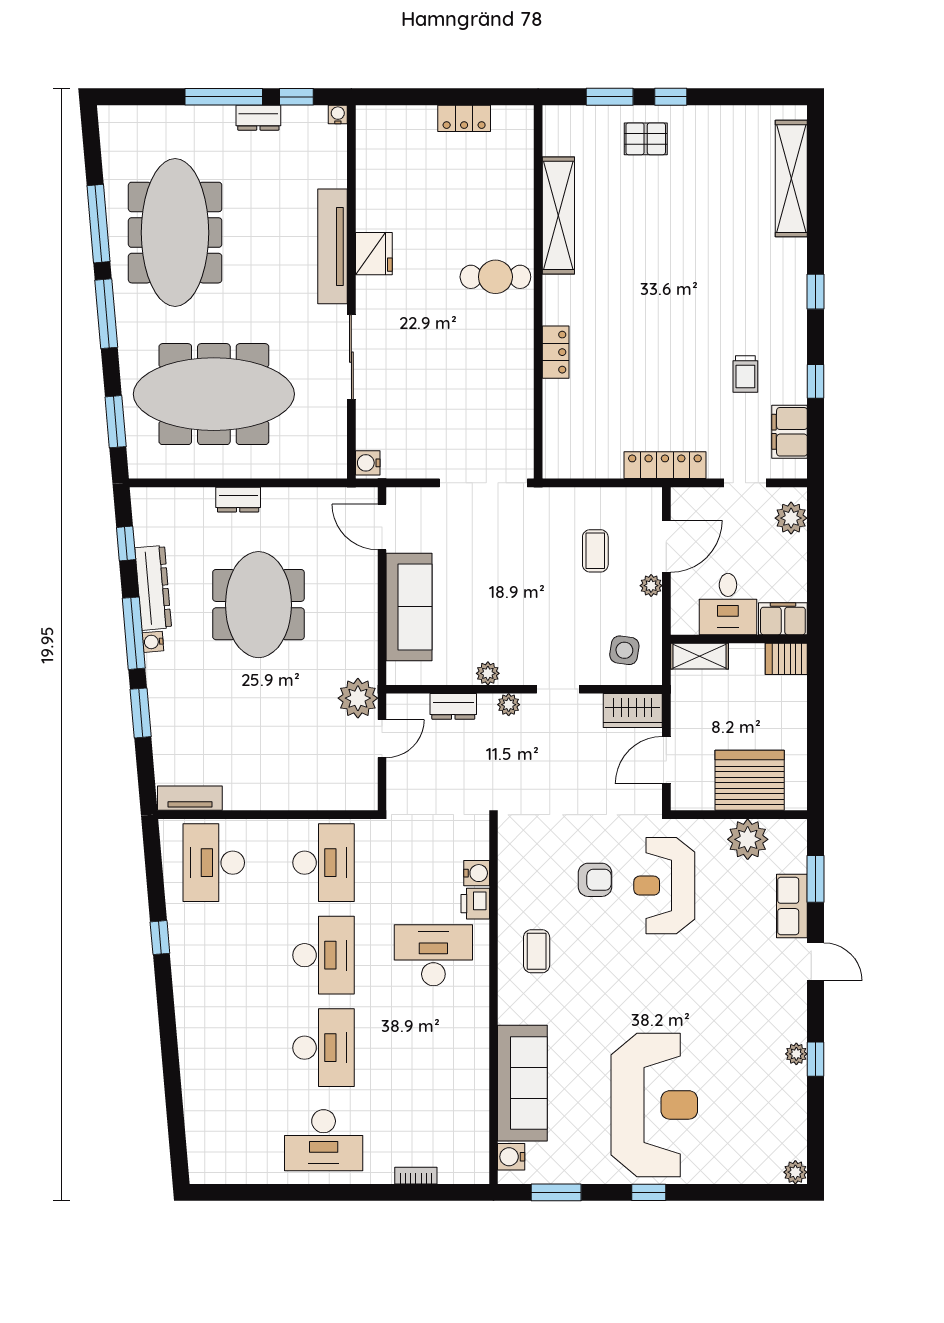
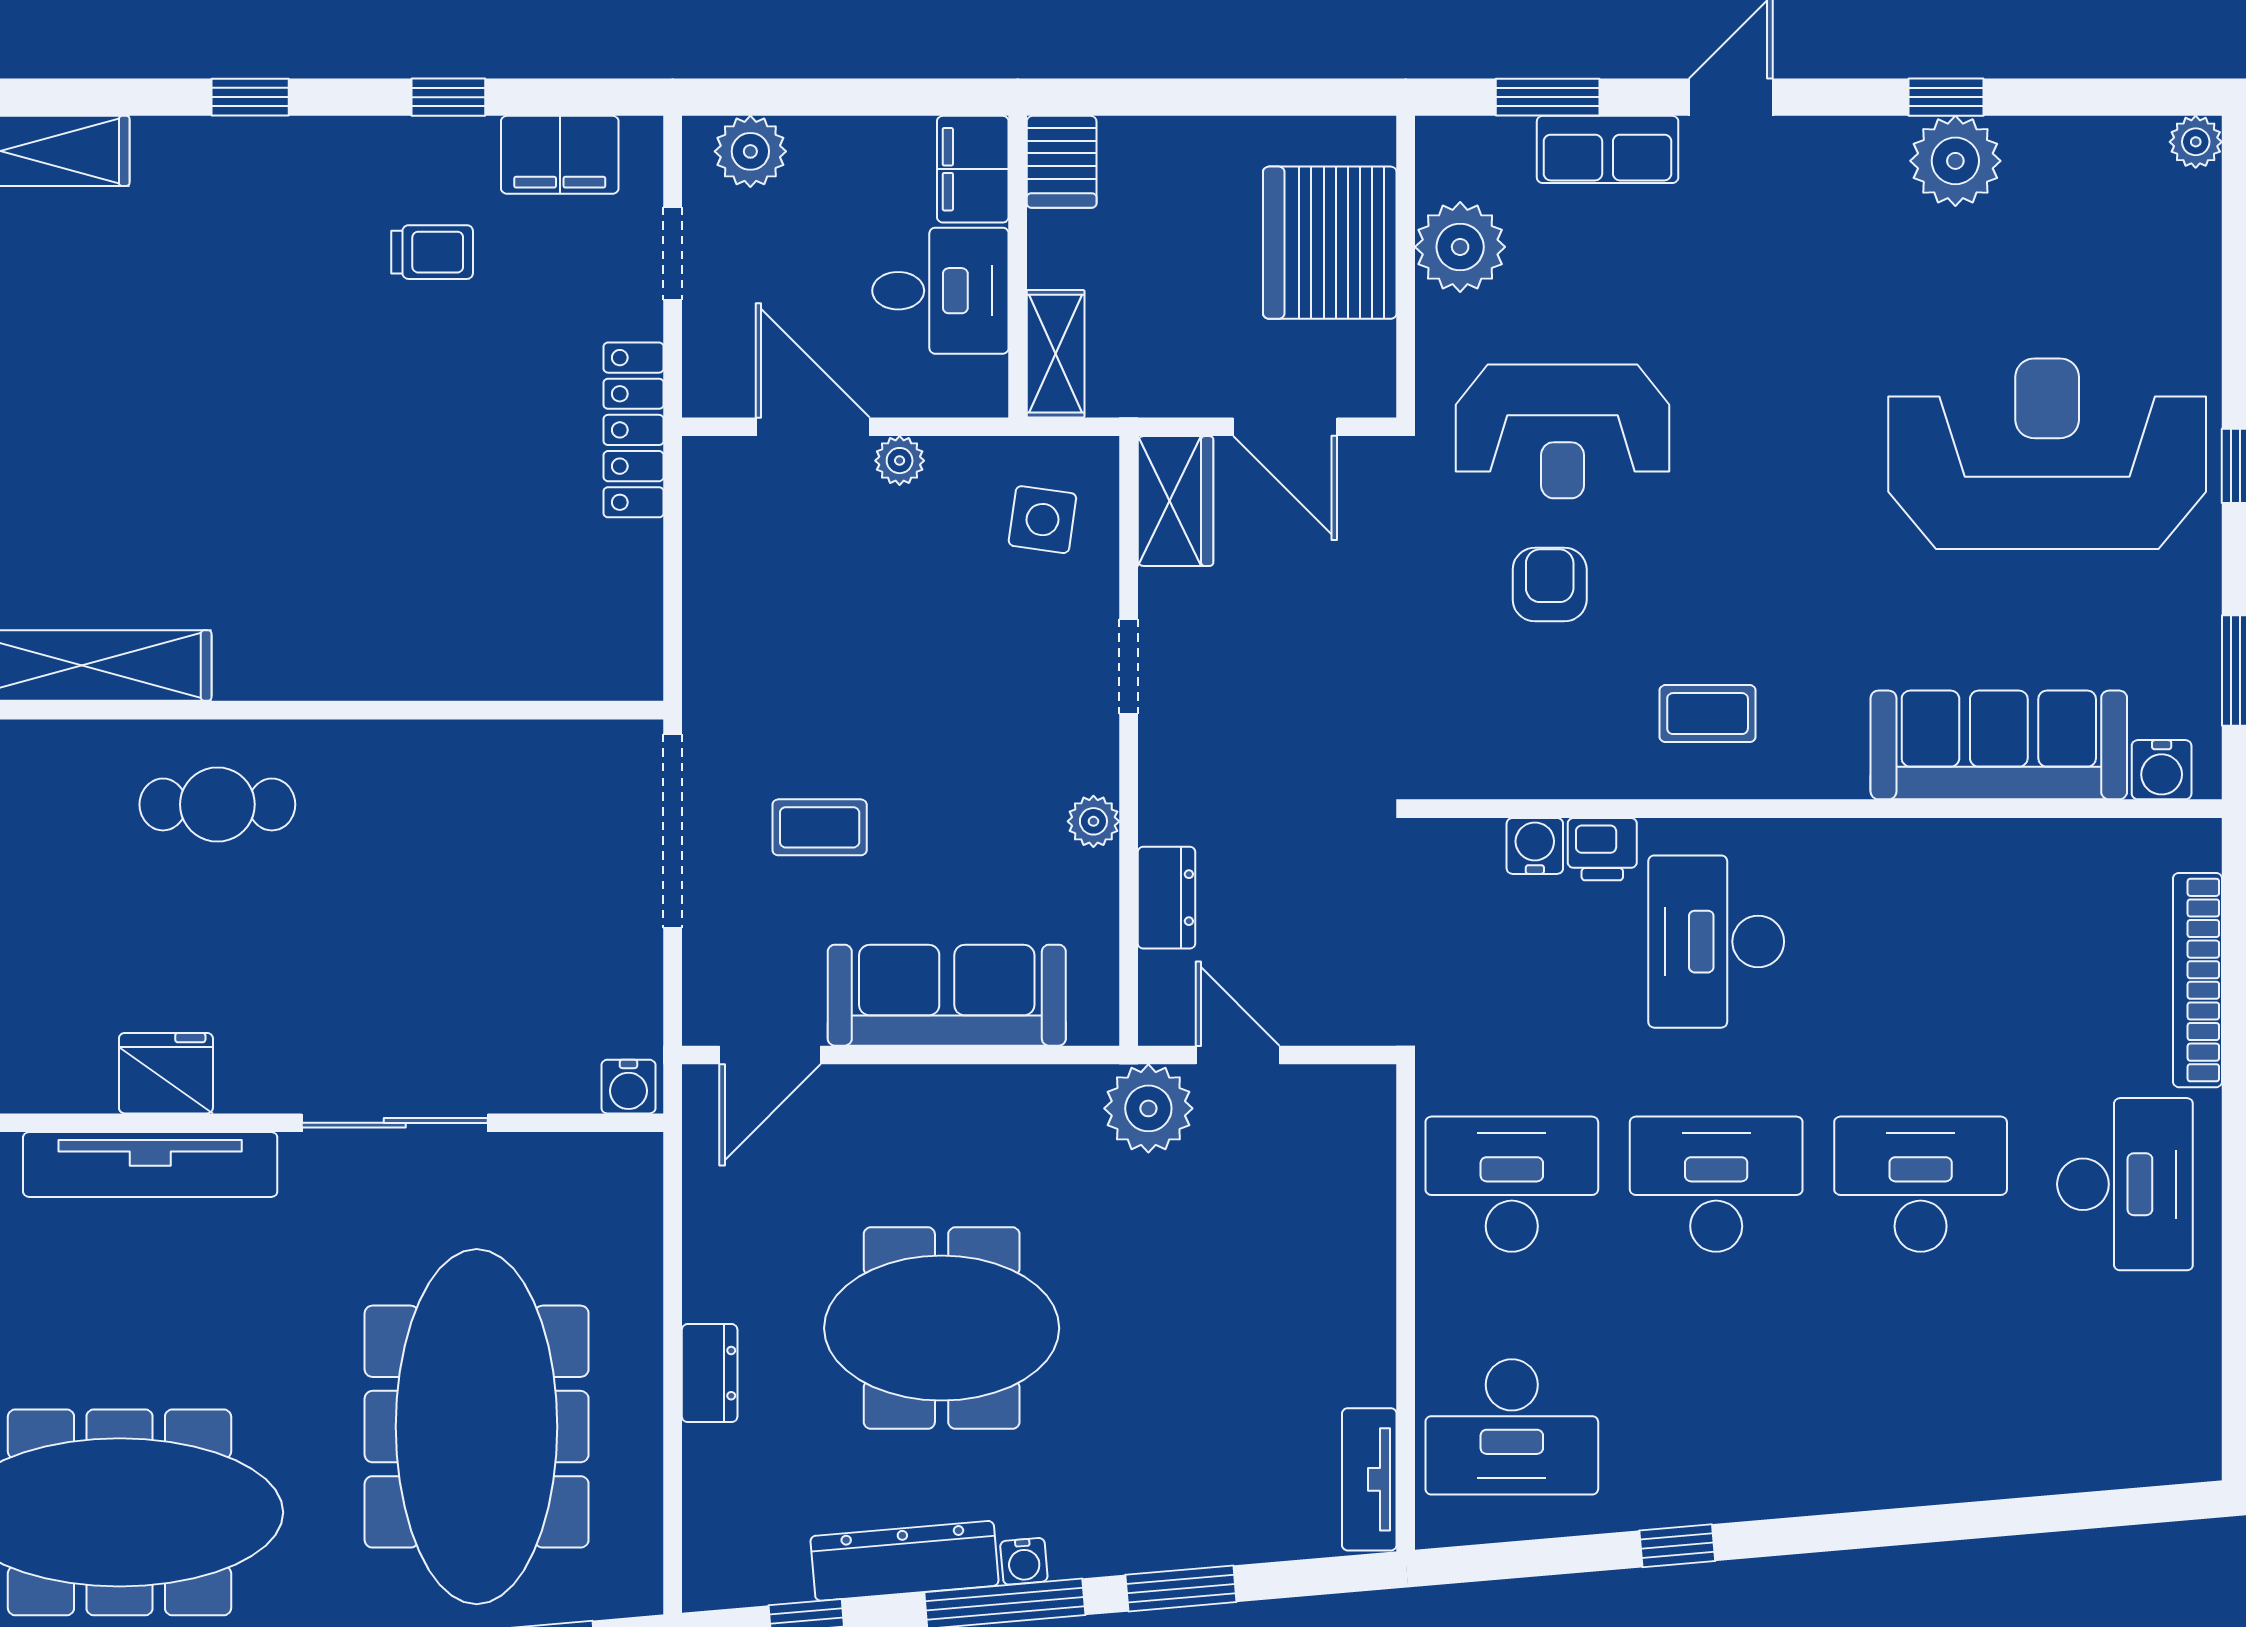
cafe table: (495, 277) -> (217, 804), turned 90
locker: (556, 352) -> (384, 672), removed
coffee table: (595, 551) -> (820, 827), moved
plant: (509, 705) -> (1163, 775), removed
plant: (796, 1054) -> (1955, 161), width x1.87, depth x1.87
bookcase: (416, 1176) -> (2197, 980), width x2.31, depth x1.31

